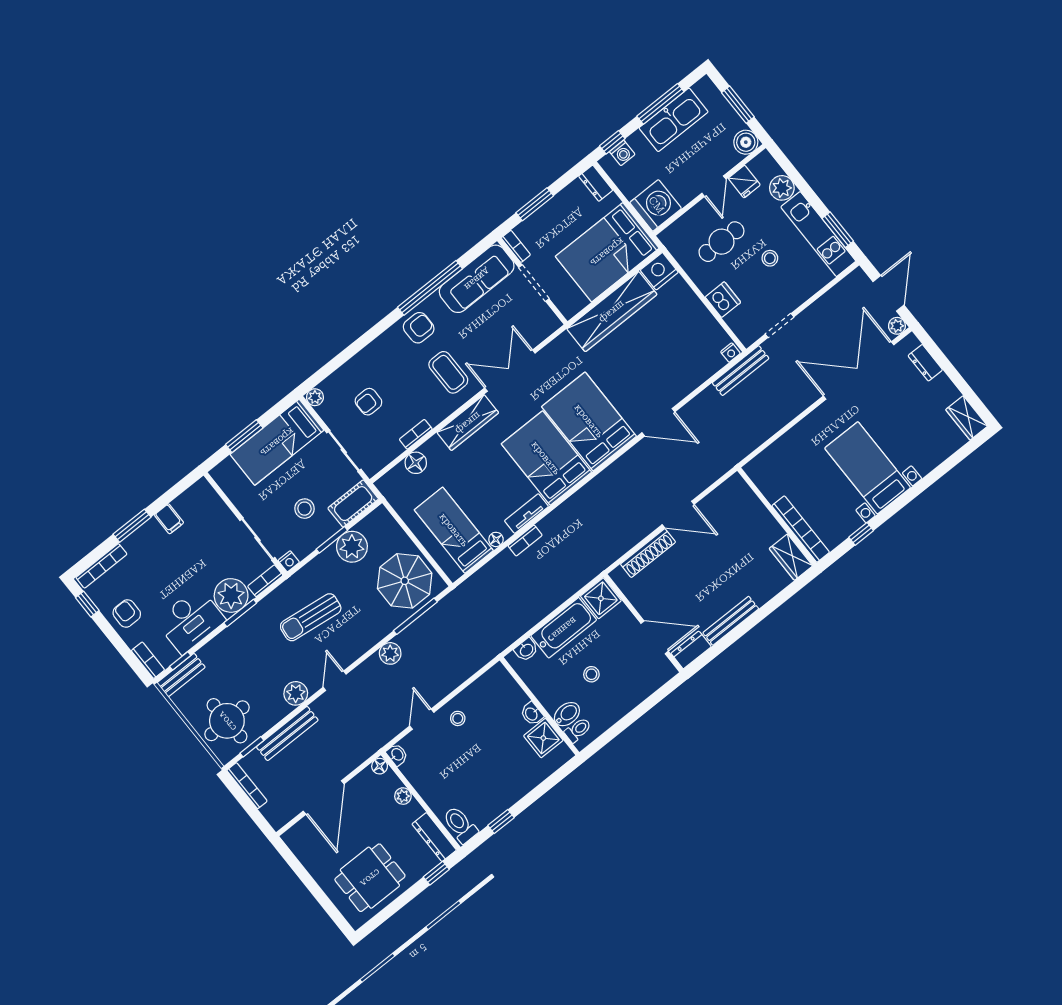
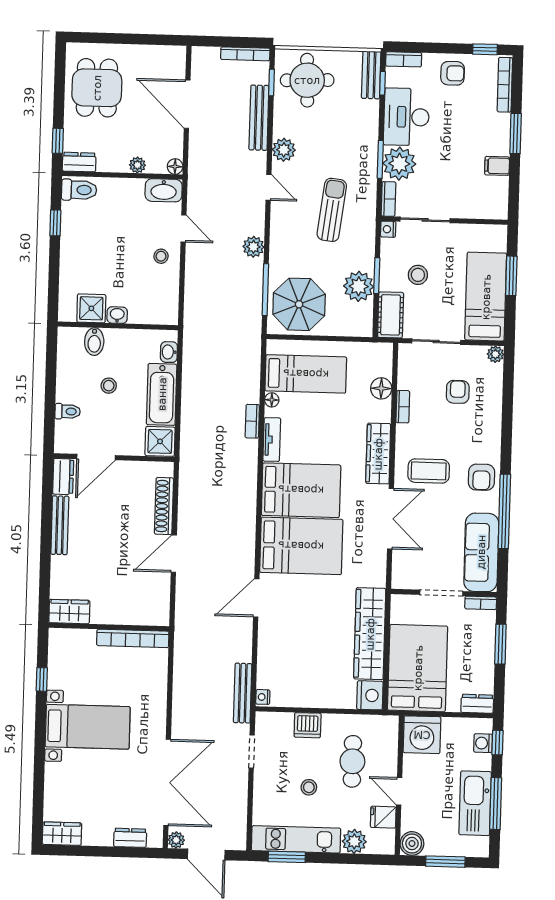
bookcase: (801, 529) -> (133, 638), moved
toilet: (578, 730) -> (68, 411), moved, turned -90
washbasin: (397, 755) -> (164, 190), width x1.91, depth x1.45
dresser: (434, 837) -> (79, 162), width x0.70

